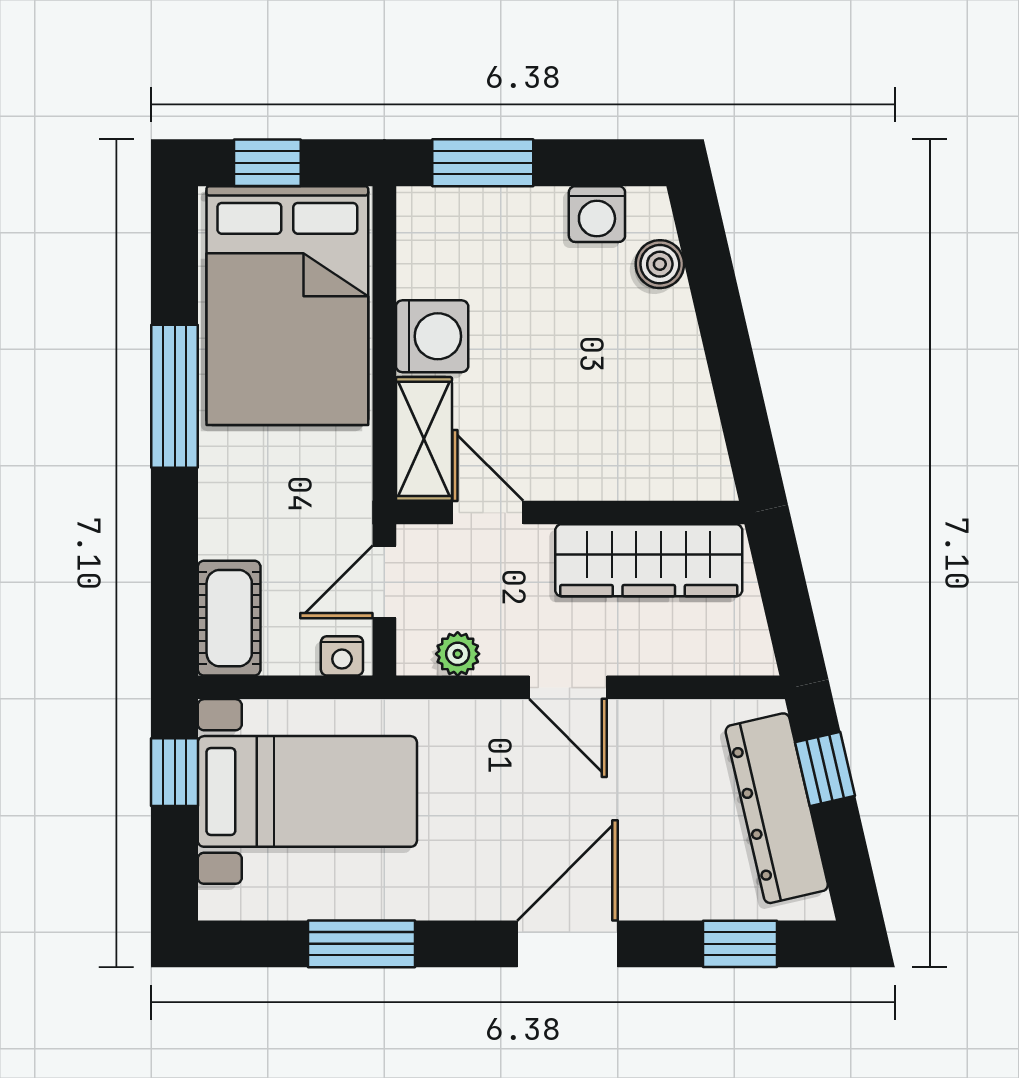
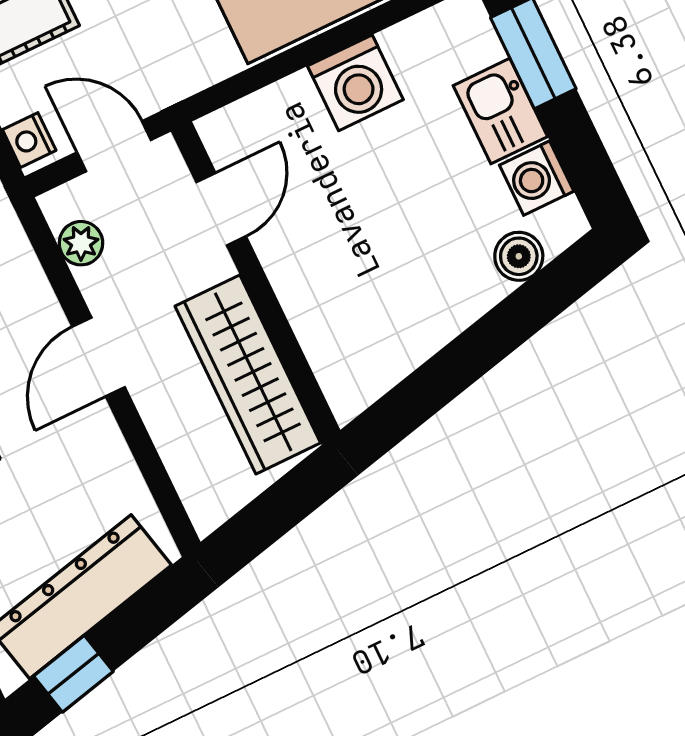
kitchen sink: (521, 218) -> (500, 111), added
shelving: (424, 439) -> (260, 120), removed
window: (825, 769) -> (73, 674), moved

